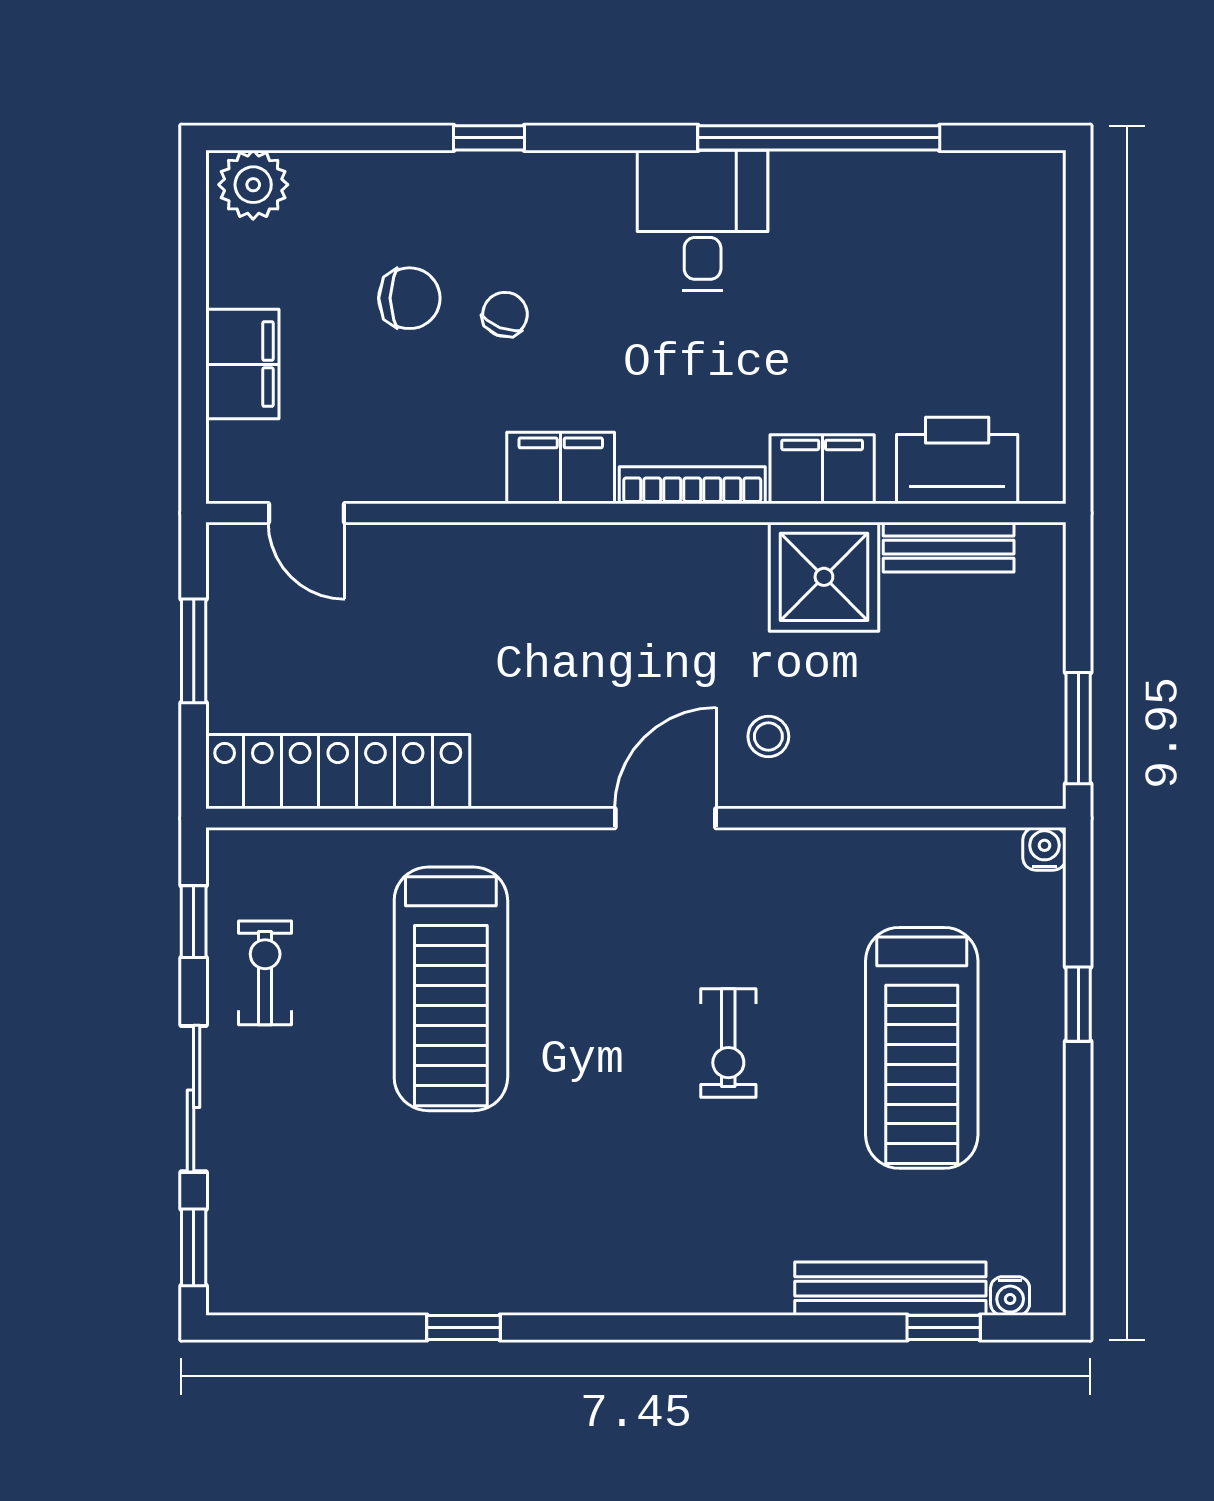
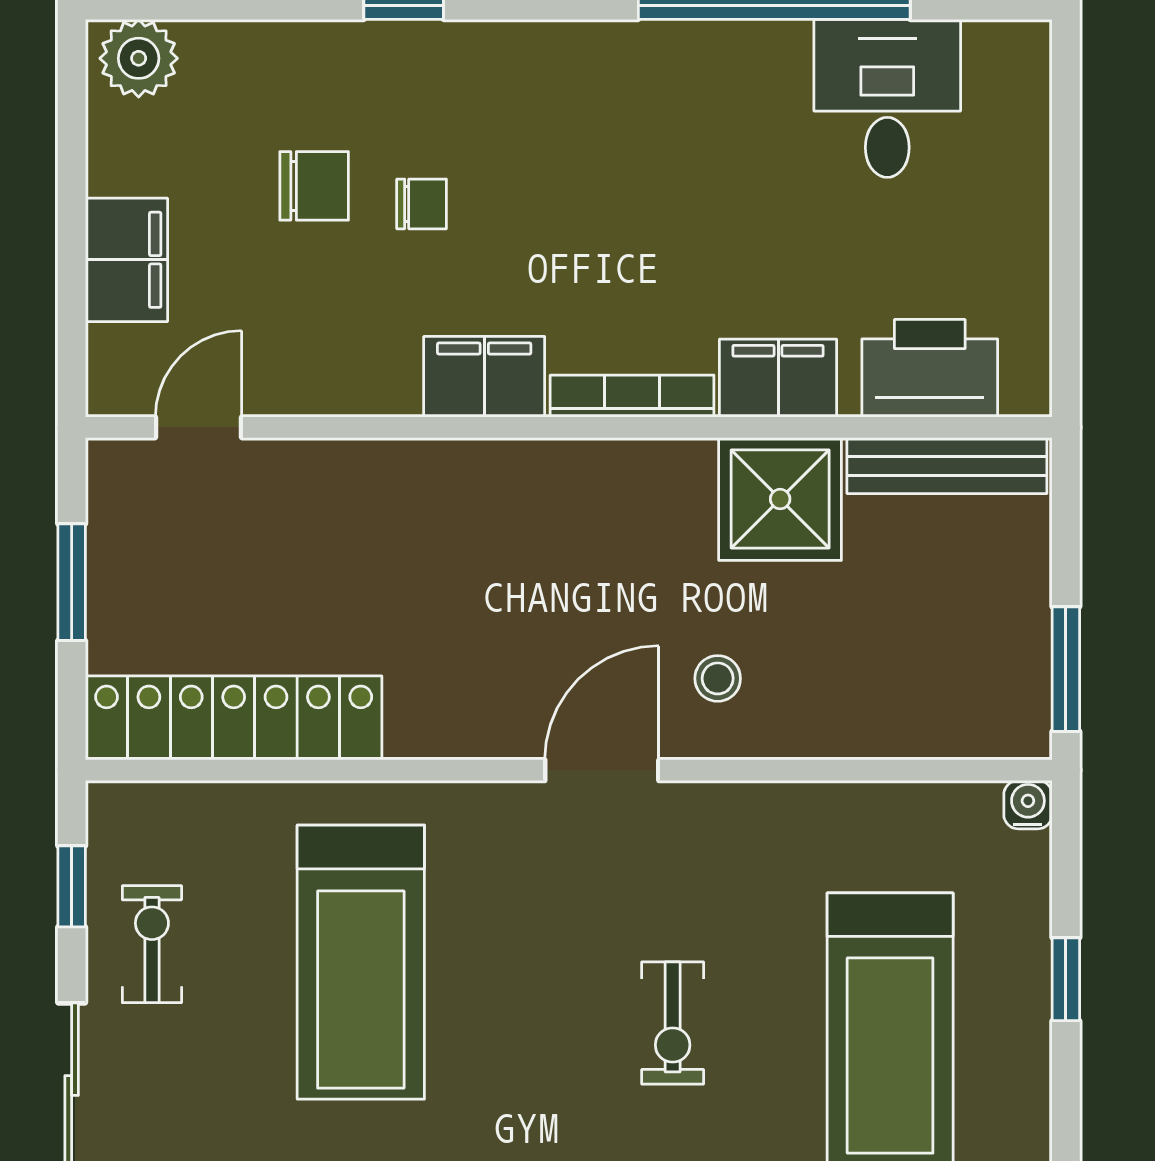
desk: (703, 220) -> (887, 98), moved
chair: (505, 314) -> (422, 204), turned 69
door: (306, 513) -> (198, 427), swing flipped
bench: (949, 547) -> (947, 466), width x1.36

